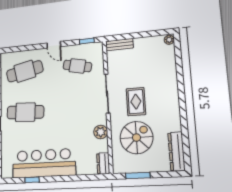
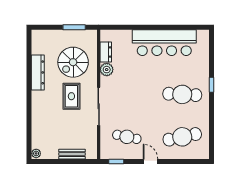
bench: (120, 45) -> (72, 154), moved
dresser: (176, 151) -> (38, 72), moved
dresser: (103, 163) -> (106, 52), moved
window: (32, 180) -> (176, 27), removed

